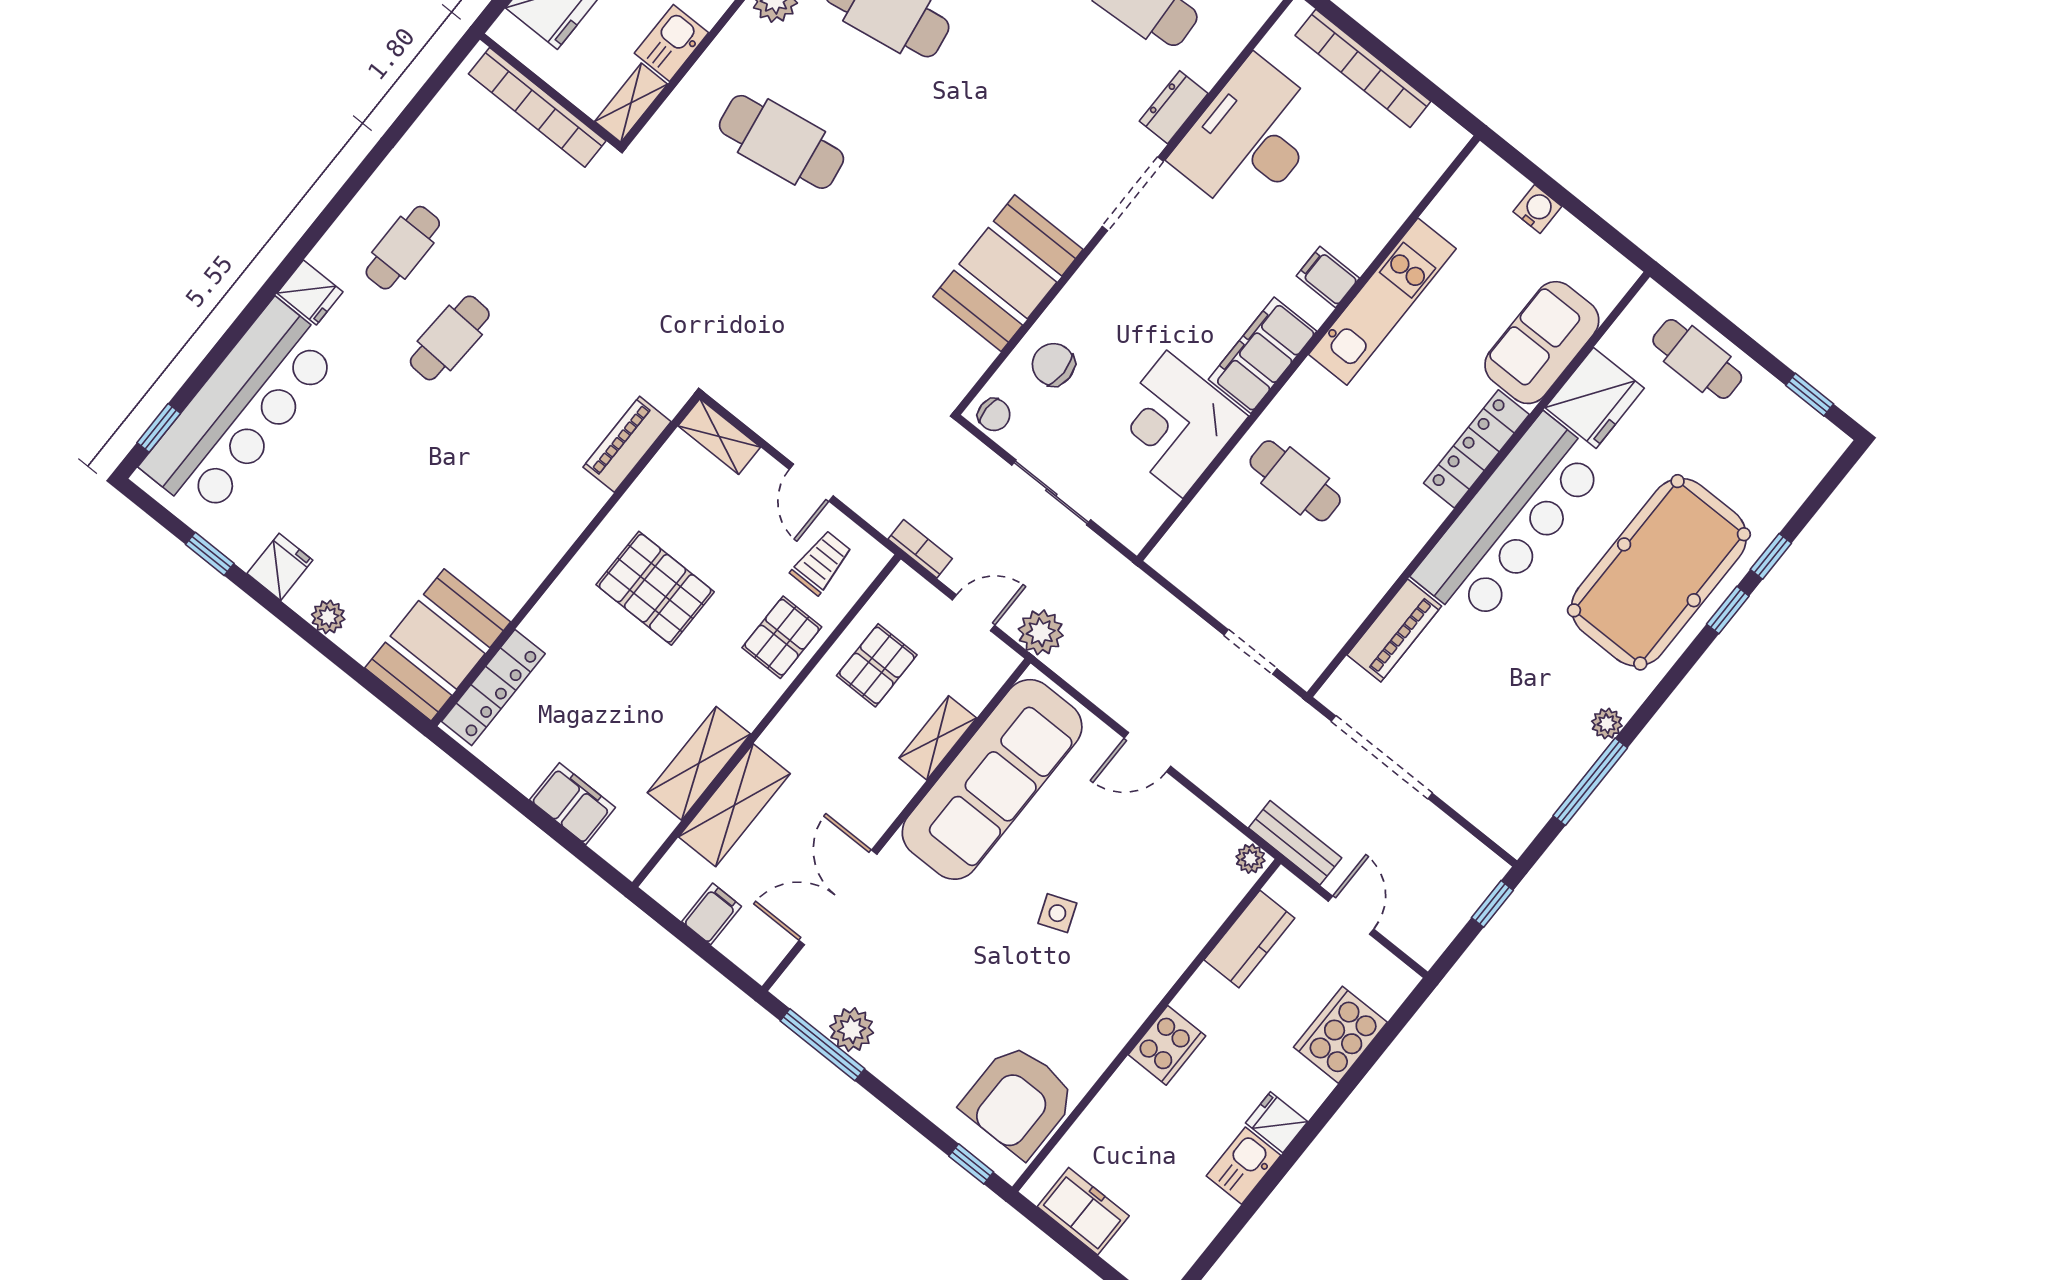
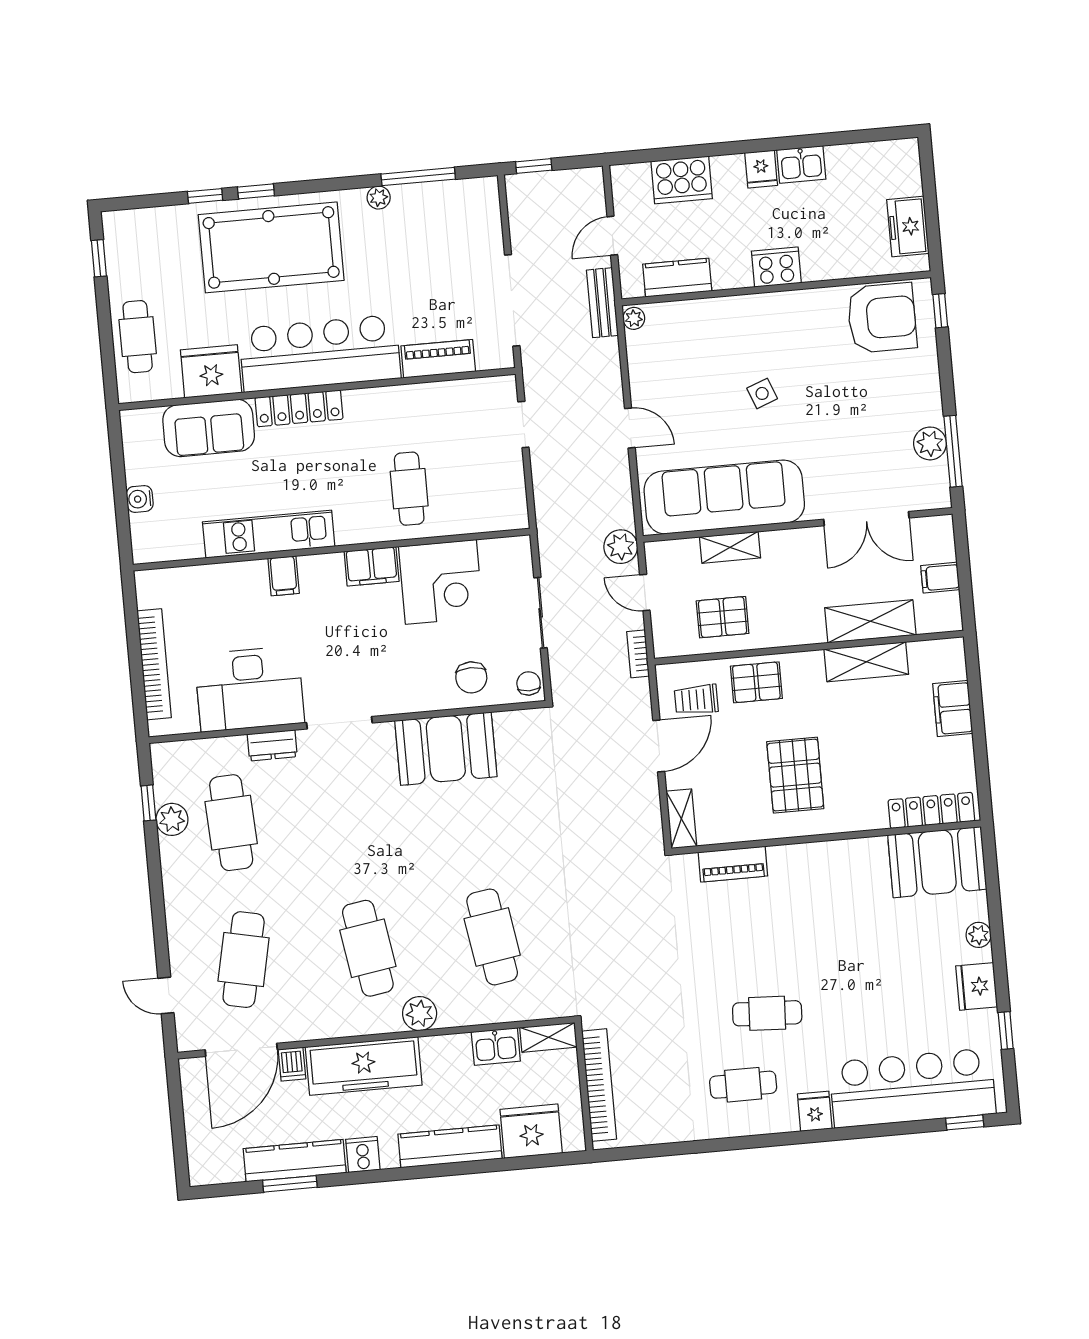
filing cabinet: (1263, 355) -> (372, 566), width x0.67, depth x0.86
door: (811, 483) -> (659, 746), width x1.38
fridge: (280, 567) -> (977, 986), width x1.38

